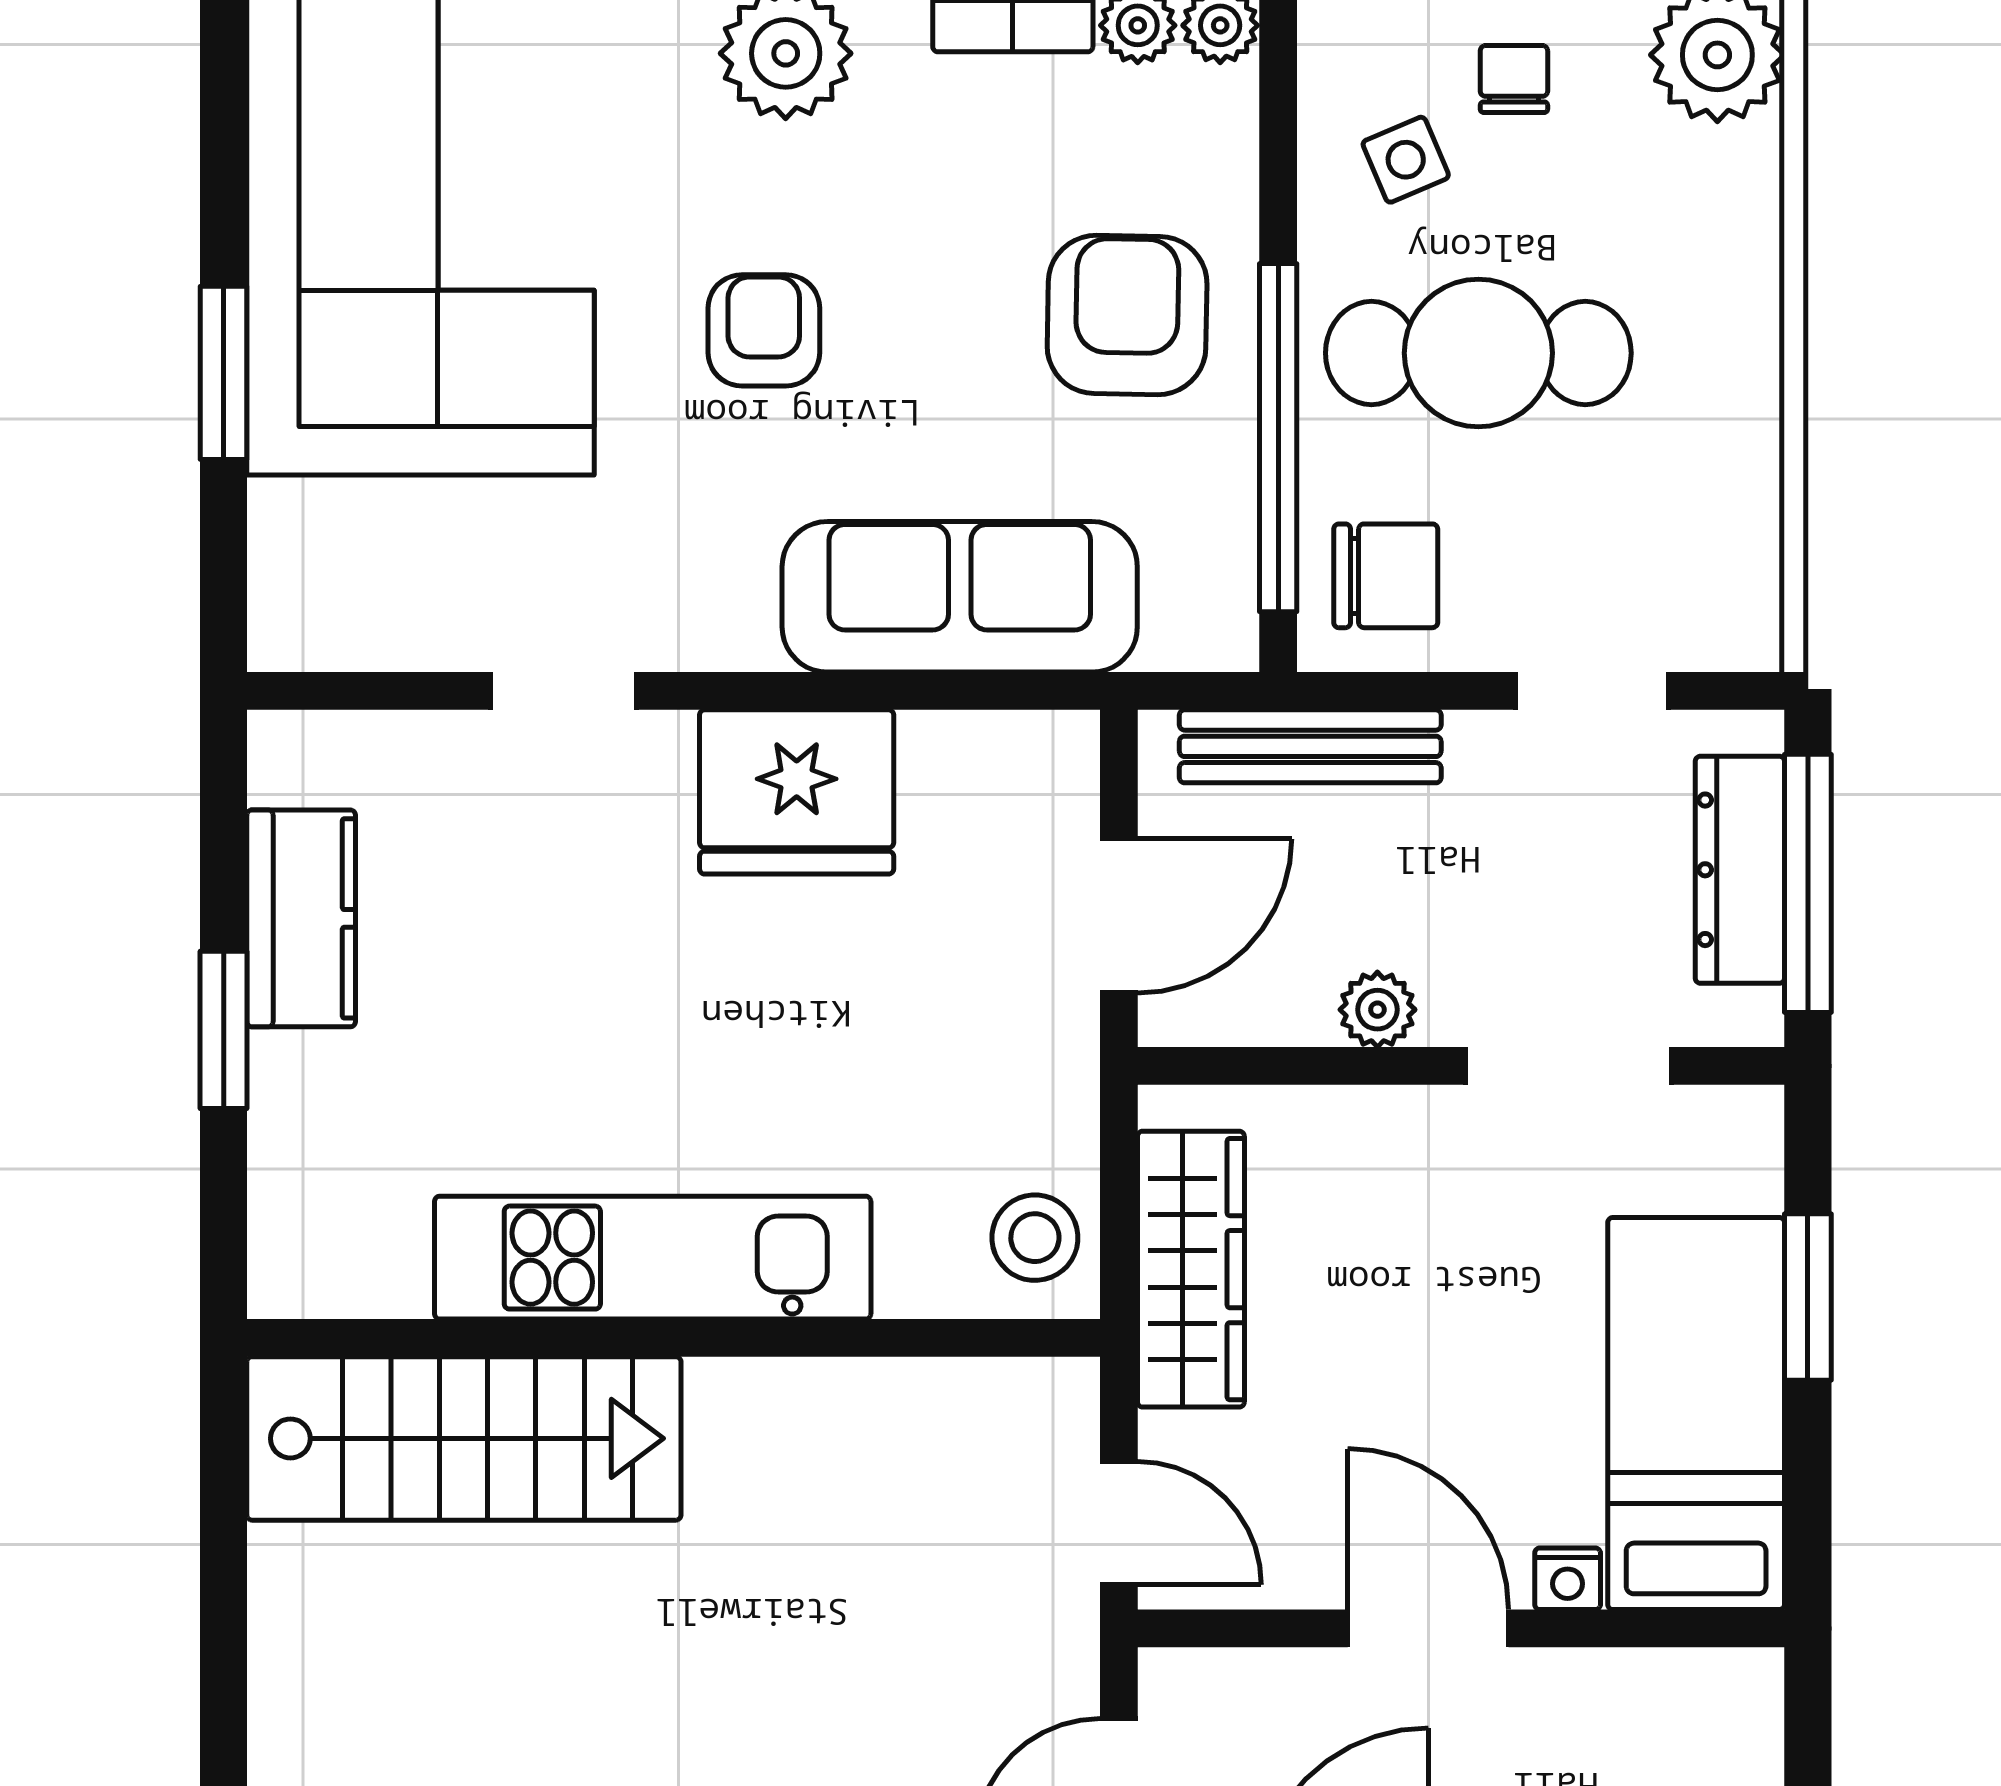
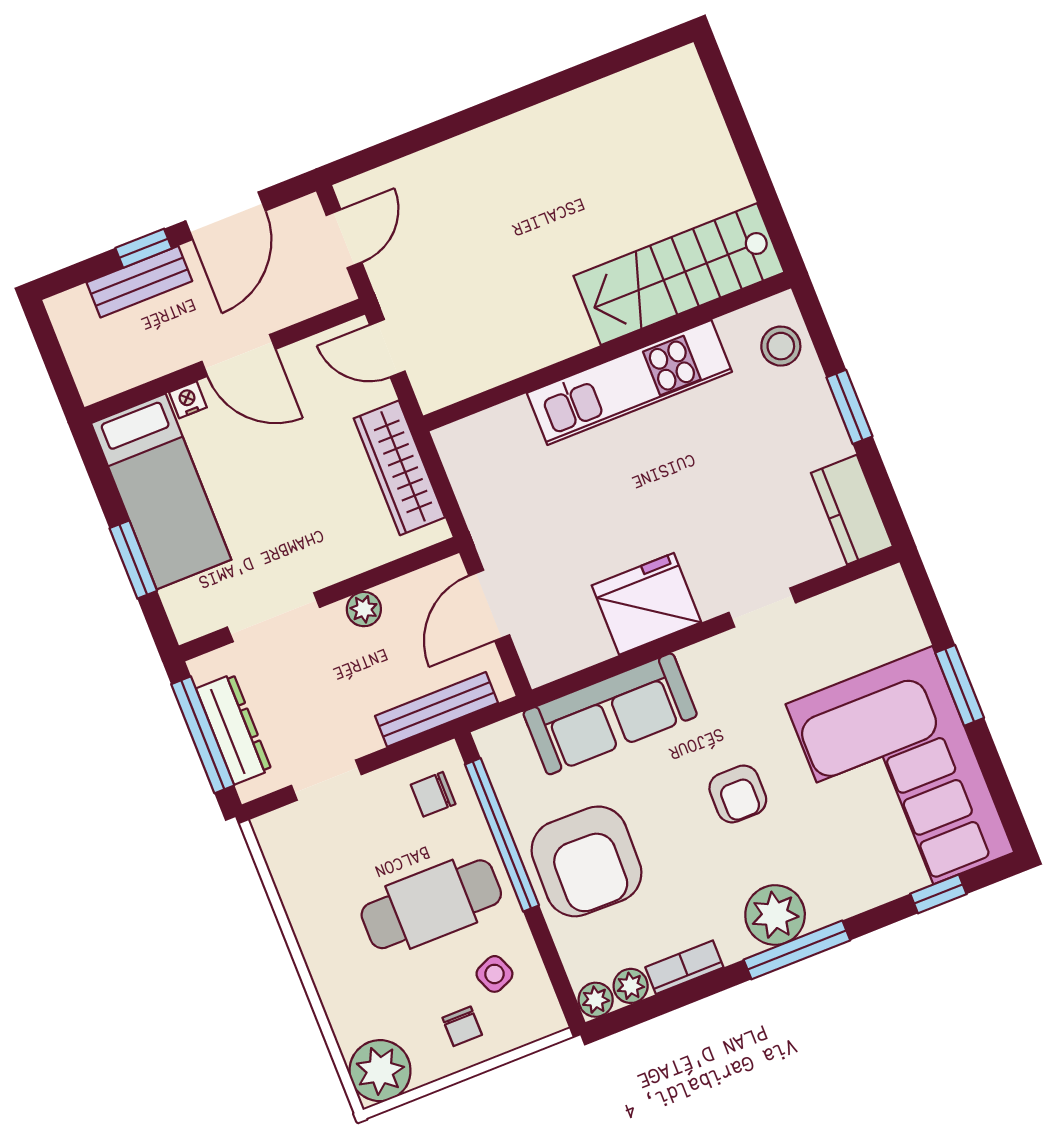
armchair: (1127, 315) -> (587, 861), width x1.36, depth x1.36
chair: (1386, 576) -> (433, 794), width x0.73, depth x0.73
kitchen counter: (301, 918) -> (852, 510), moved
stool: (1035, 1238) -> (781, 346), moved

